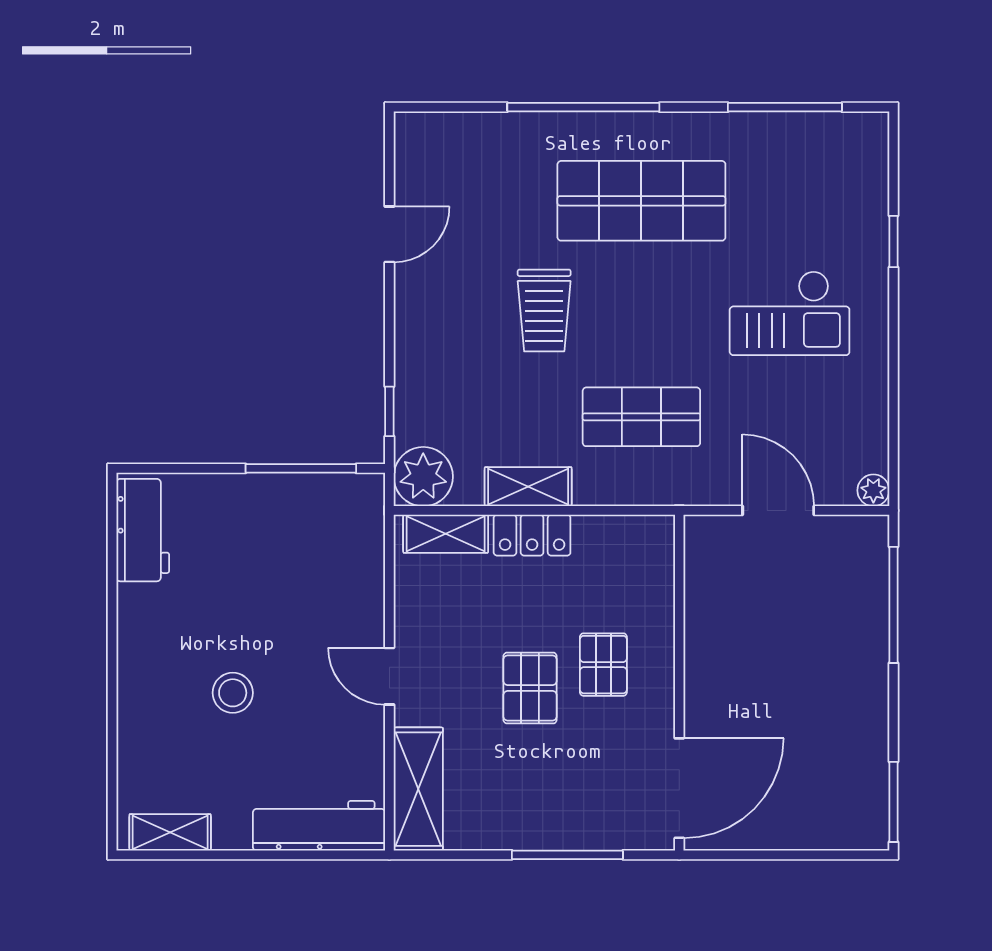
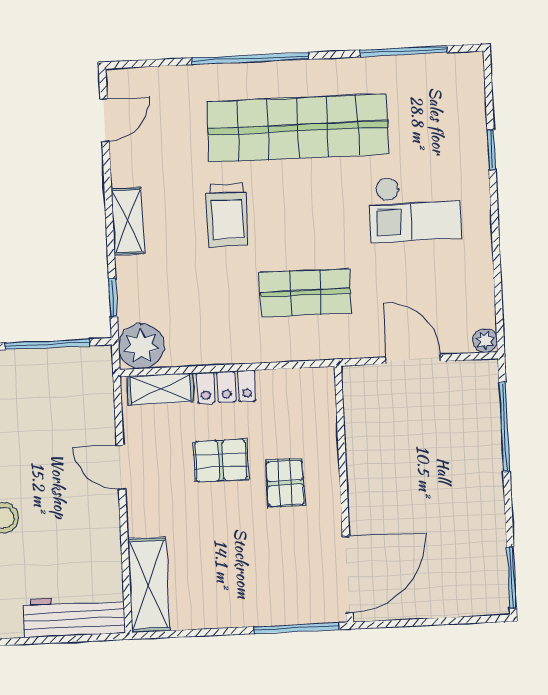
shop shelf: (641, 201) -> (298, 128), width x1.40
door: (389, 234) -> (105, 120), moved
shelving: (528, 487) -> (128, 221), moved, turned 90
door: (389, 676) -> (121, 467), moved
pallet: (530, 688) -> (221, 461), moved, turned 90
window: (567, 855) -> (297, 628), moved

